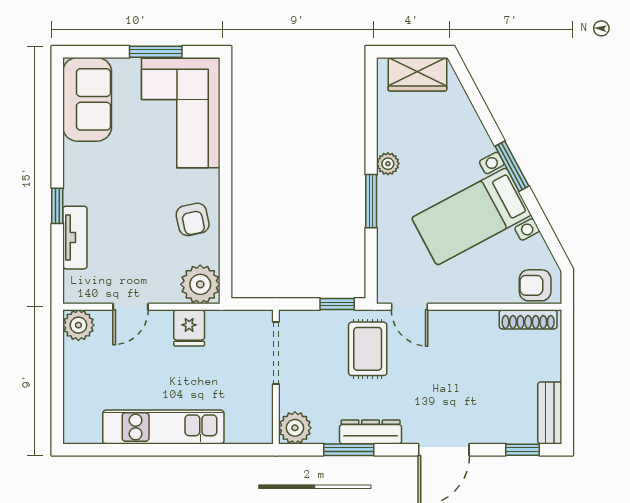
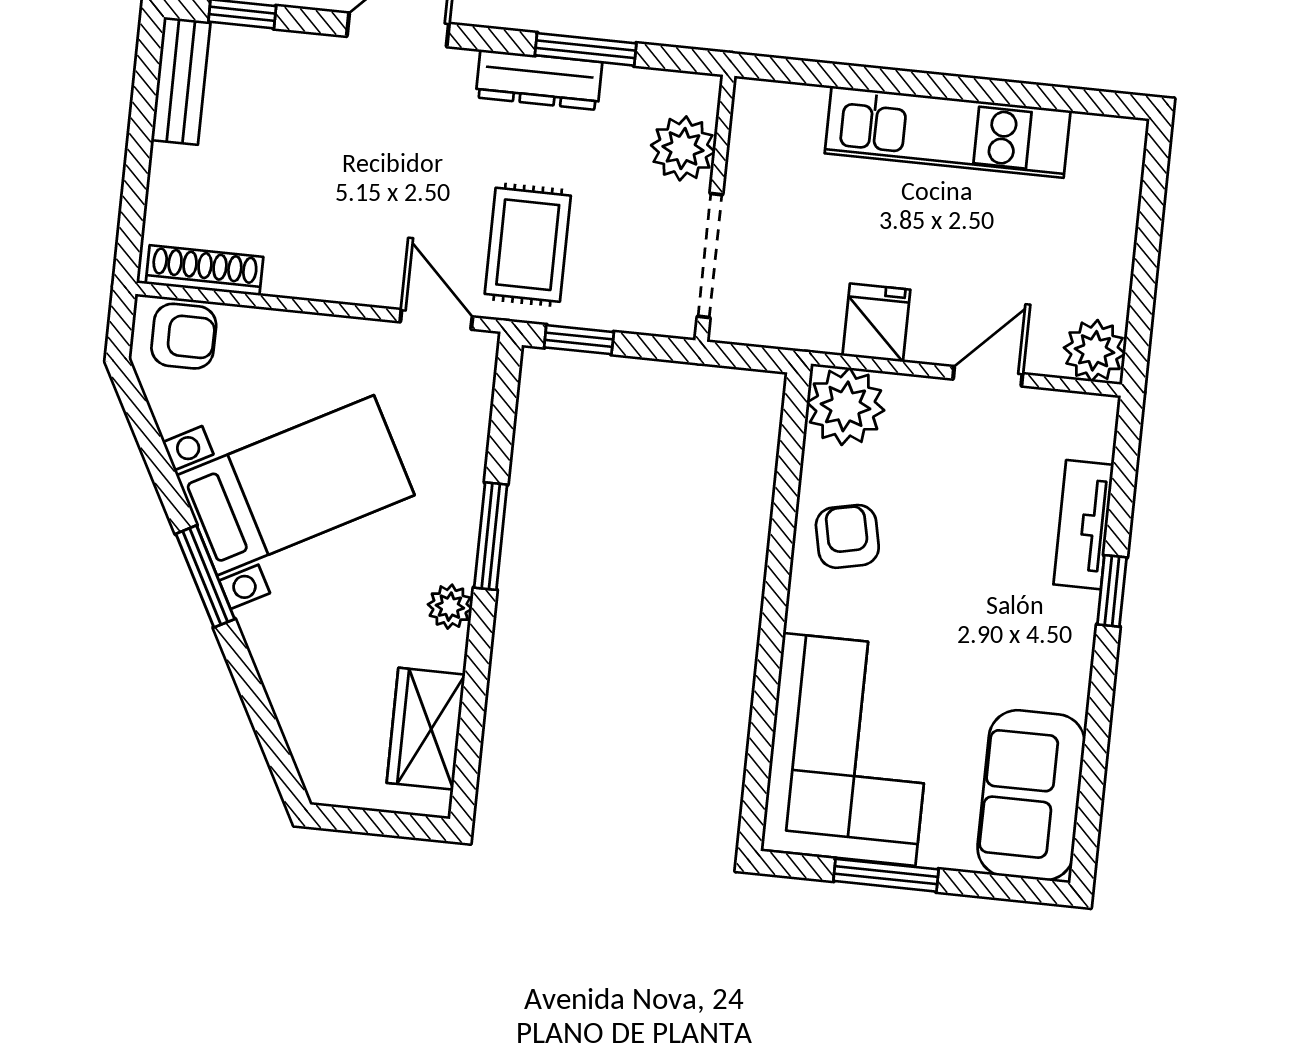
wardrobe: (417, 74) -> (426, 729), moved, turned -90
plant: (295, 428) -> (683, 148), moved

